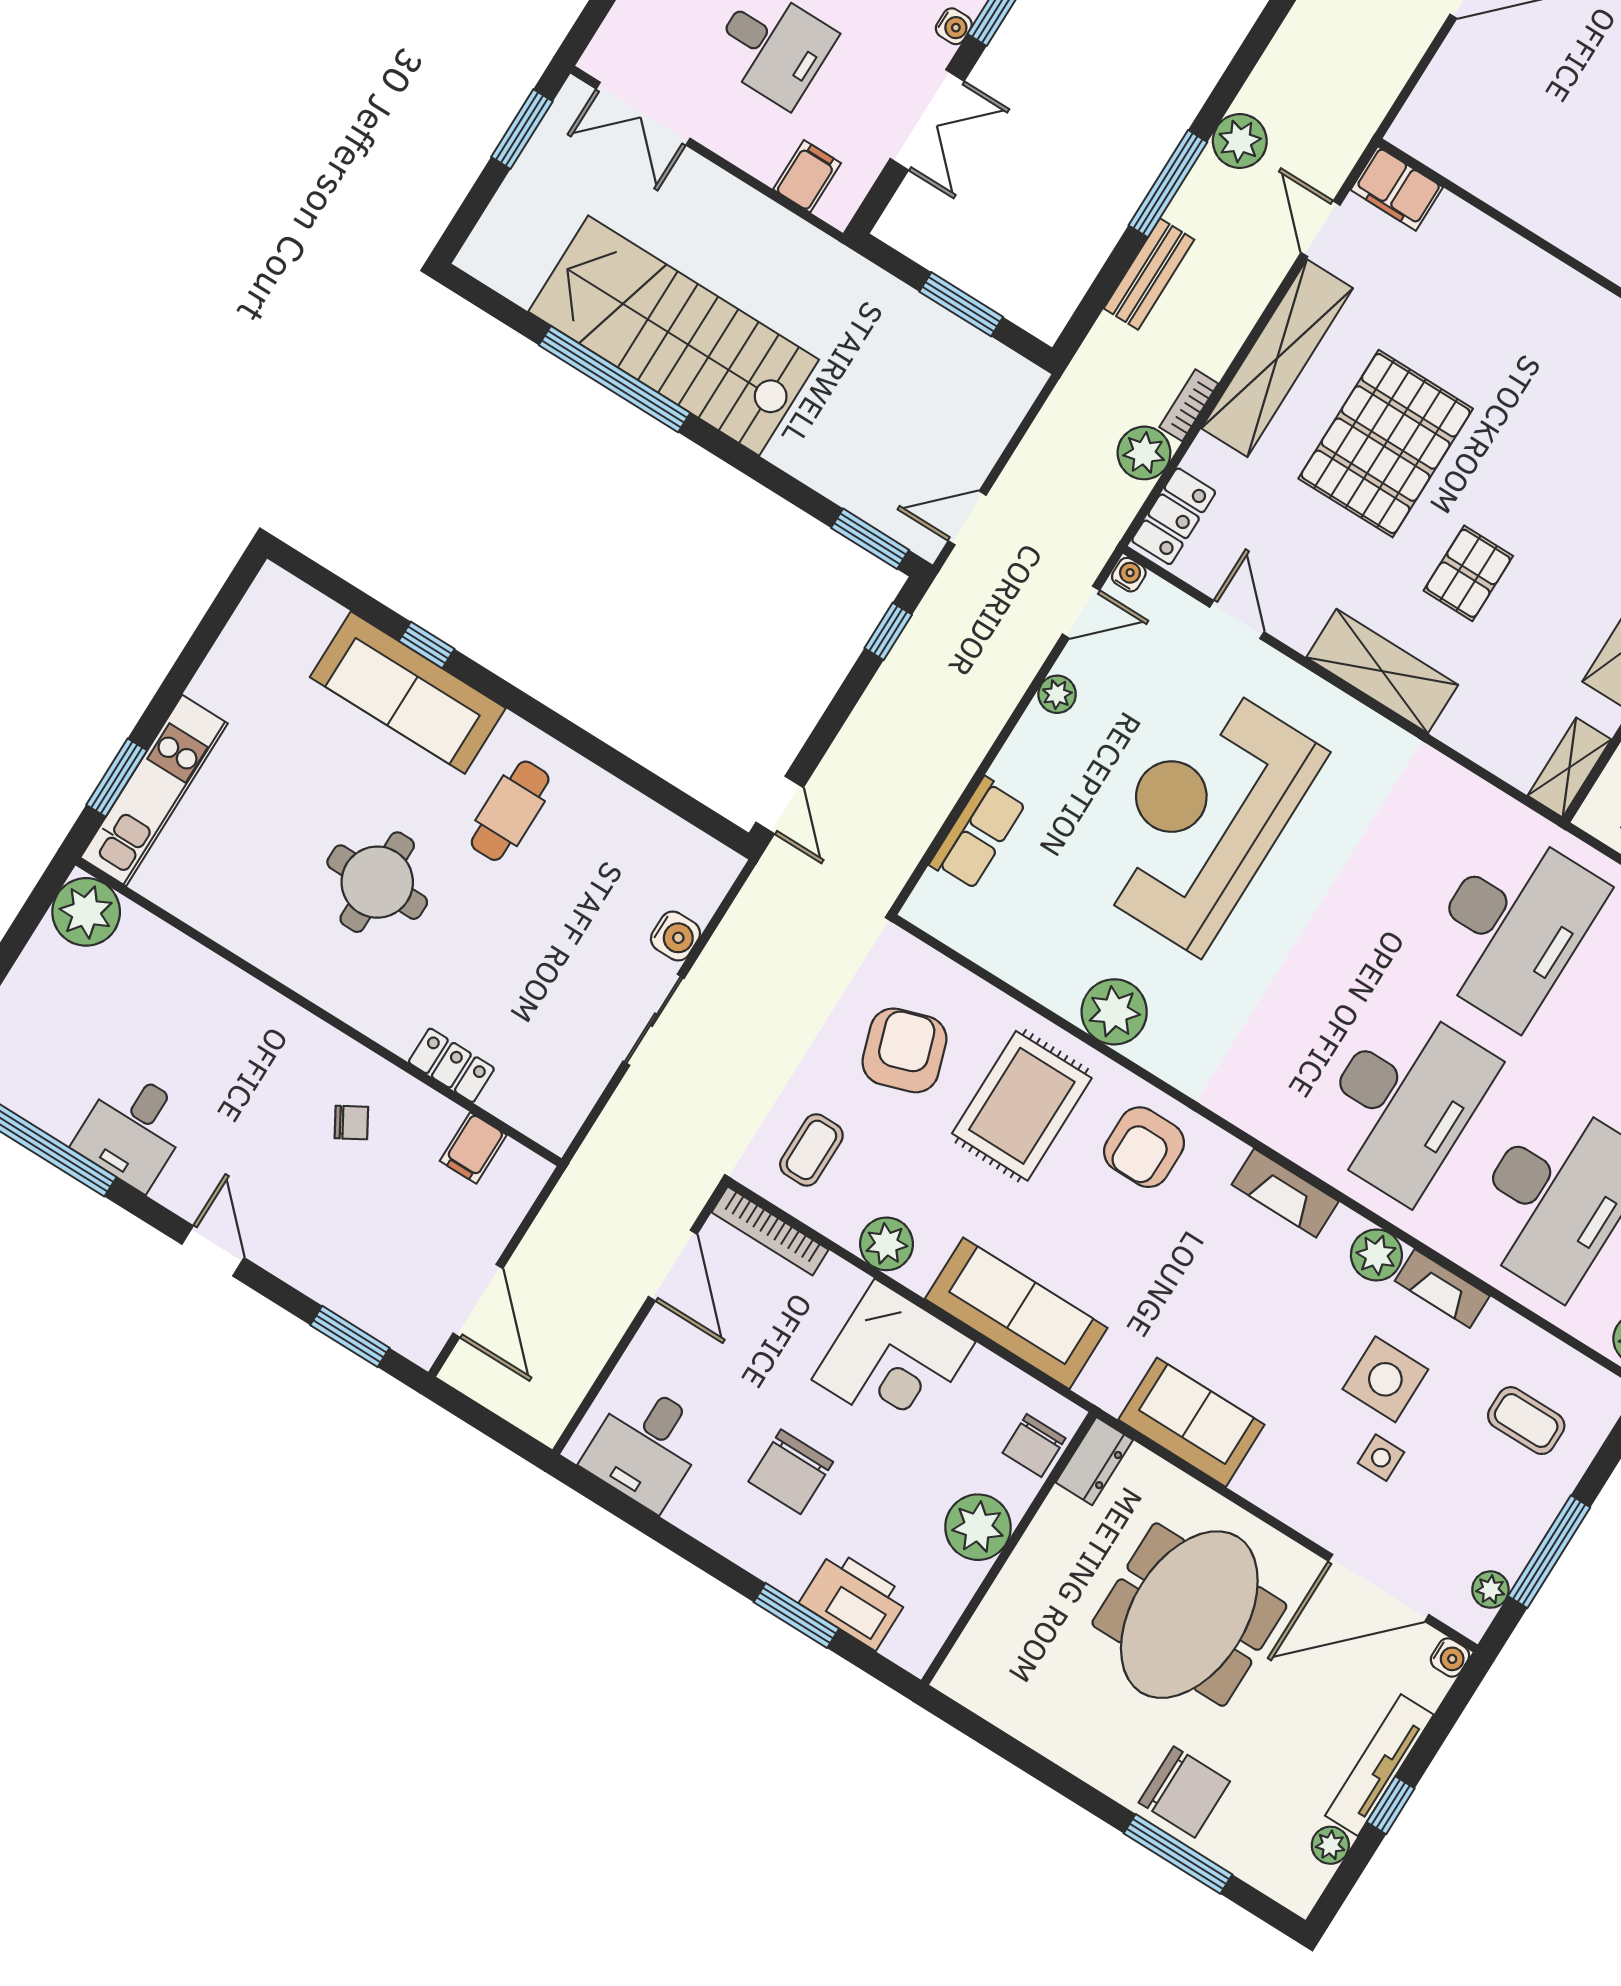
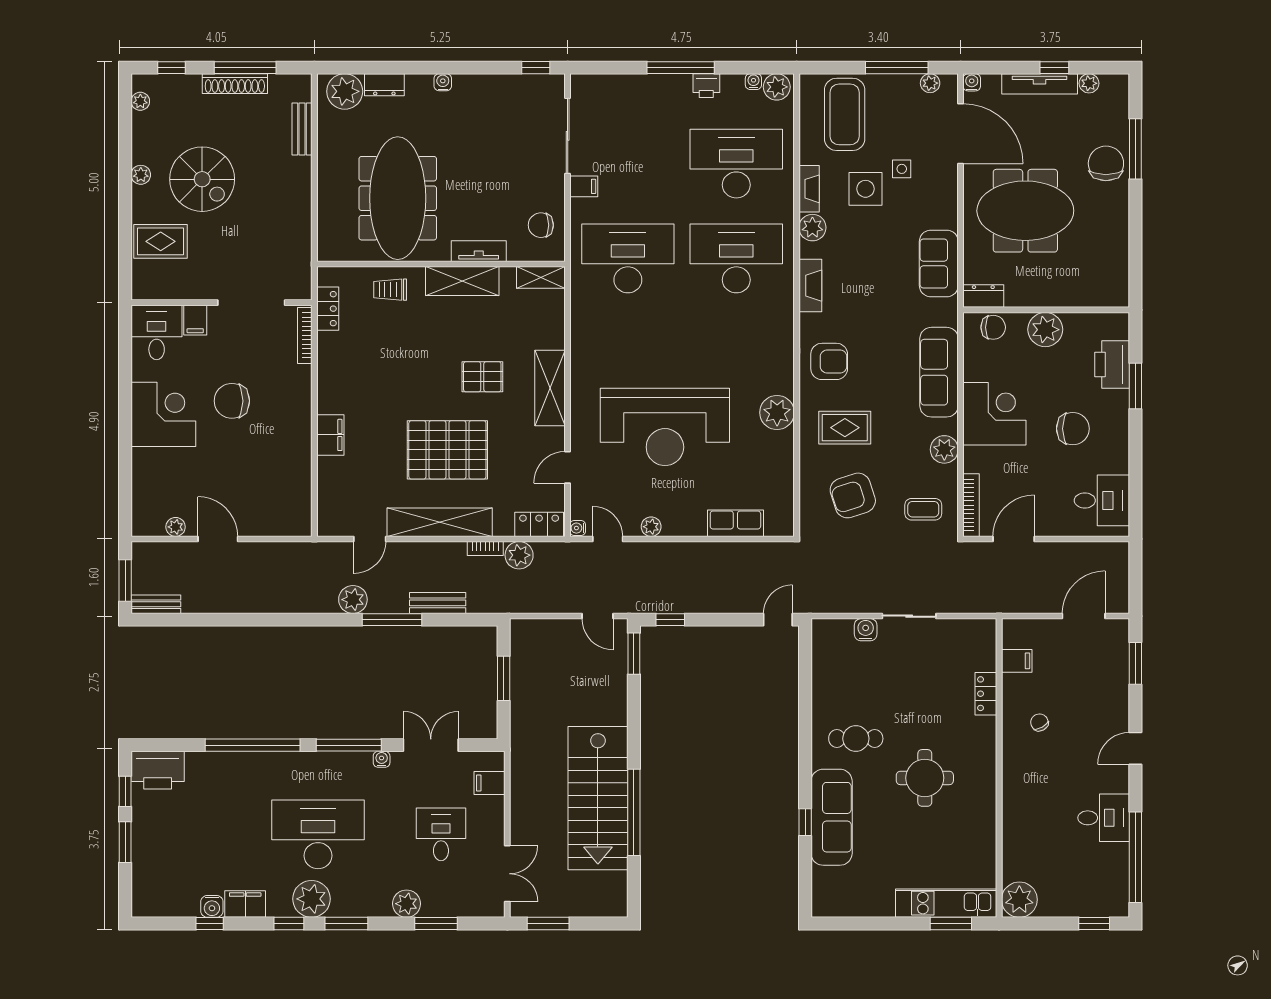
filing cabinet: (1397, 189) -> (330, 435), moved
rug: (1022, 1106) -> (845, 428), width x0.73, depth x0.70
coffee table: (1526, 1421) -> (845, 114), width x1.86, depth x1.72

